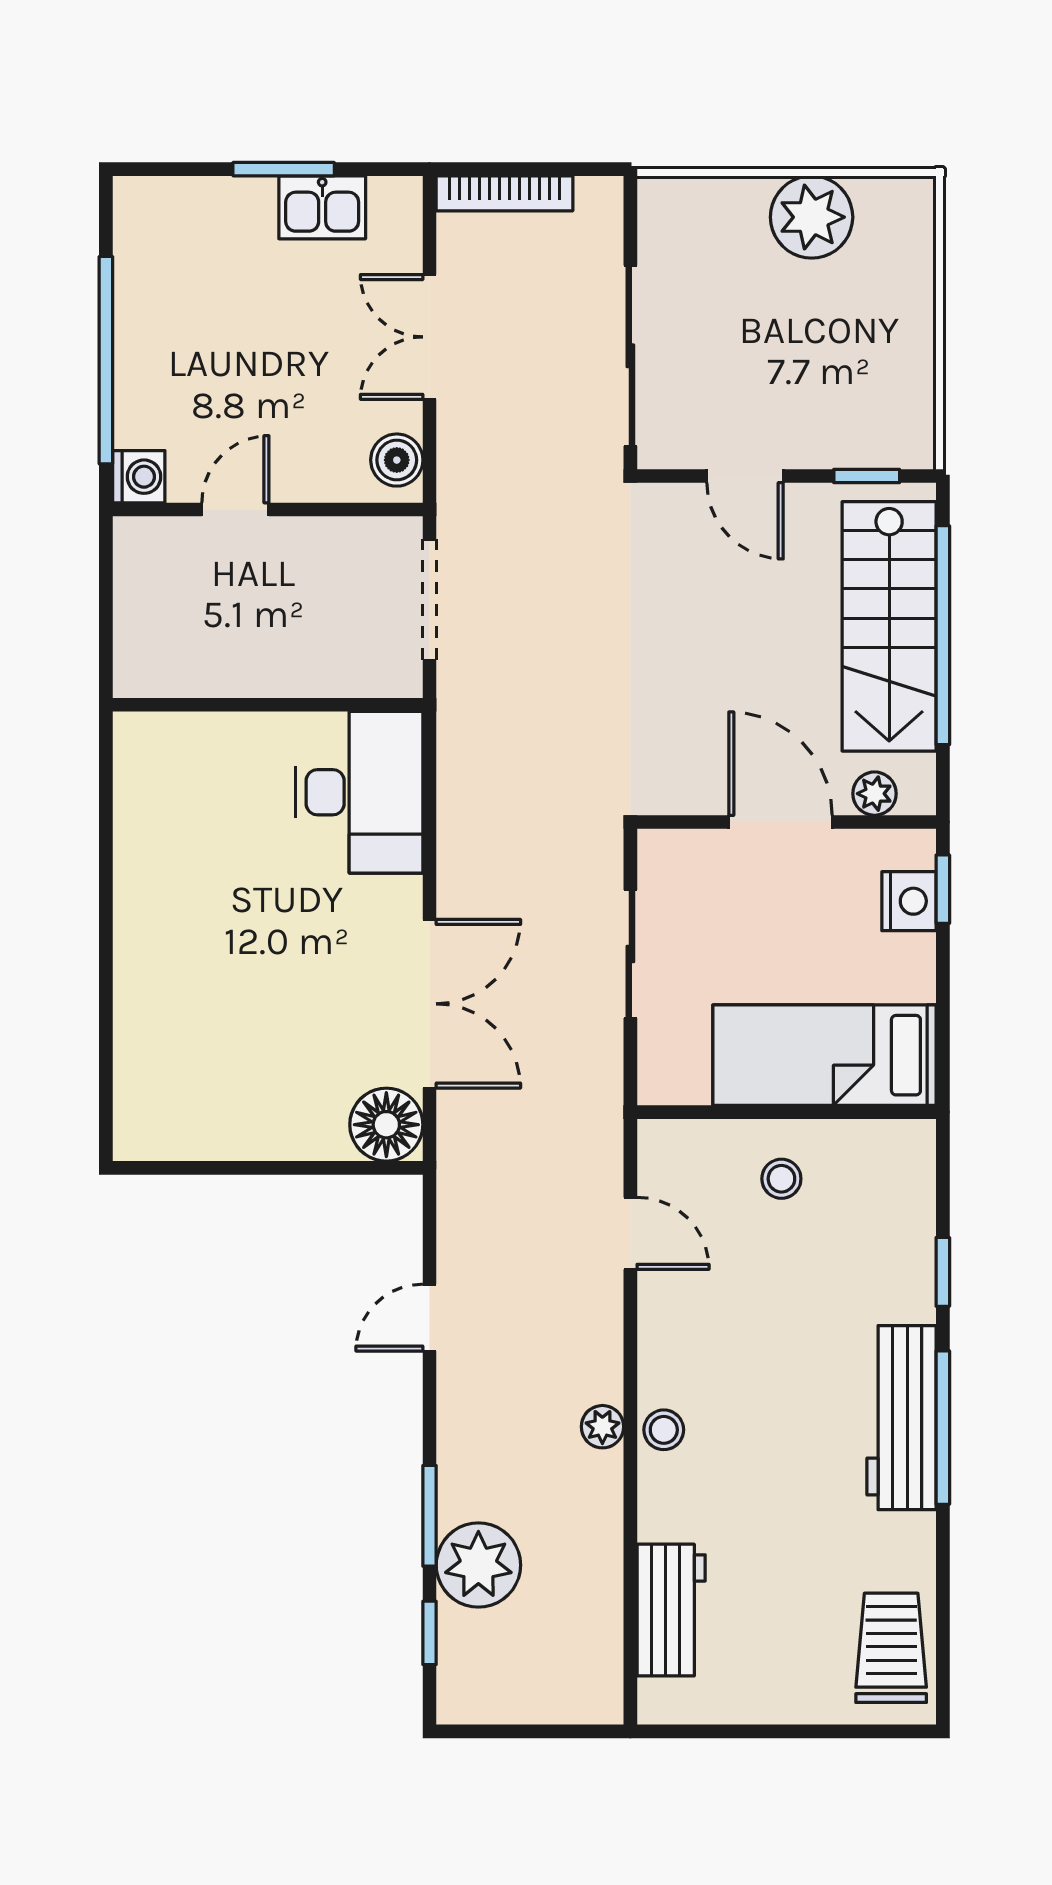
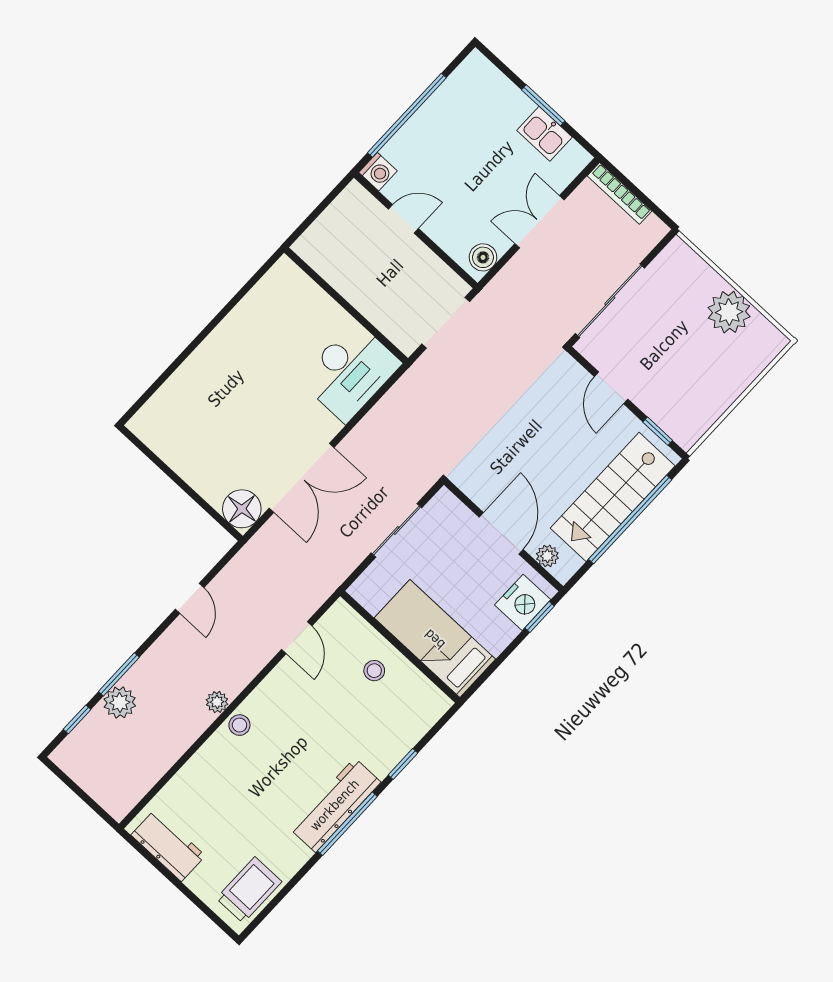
nightstand: (909, 901) -> (523, 602), width x1.36, depth x1.33
door: (430, 1318) -> (190, 598), swing flipped
plant: (478, 1565) -> (120, 702), width x0.73, depth x0.73
workbench: (671, 1610) -> (168, 845), moved, turned -90

